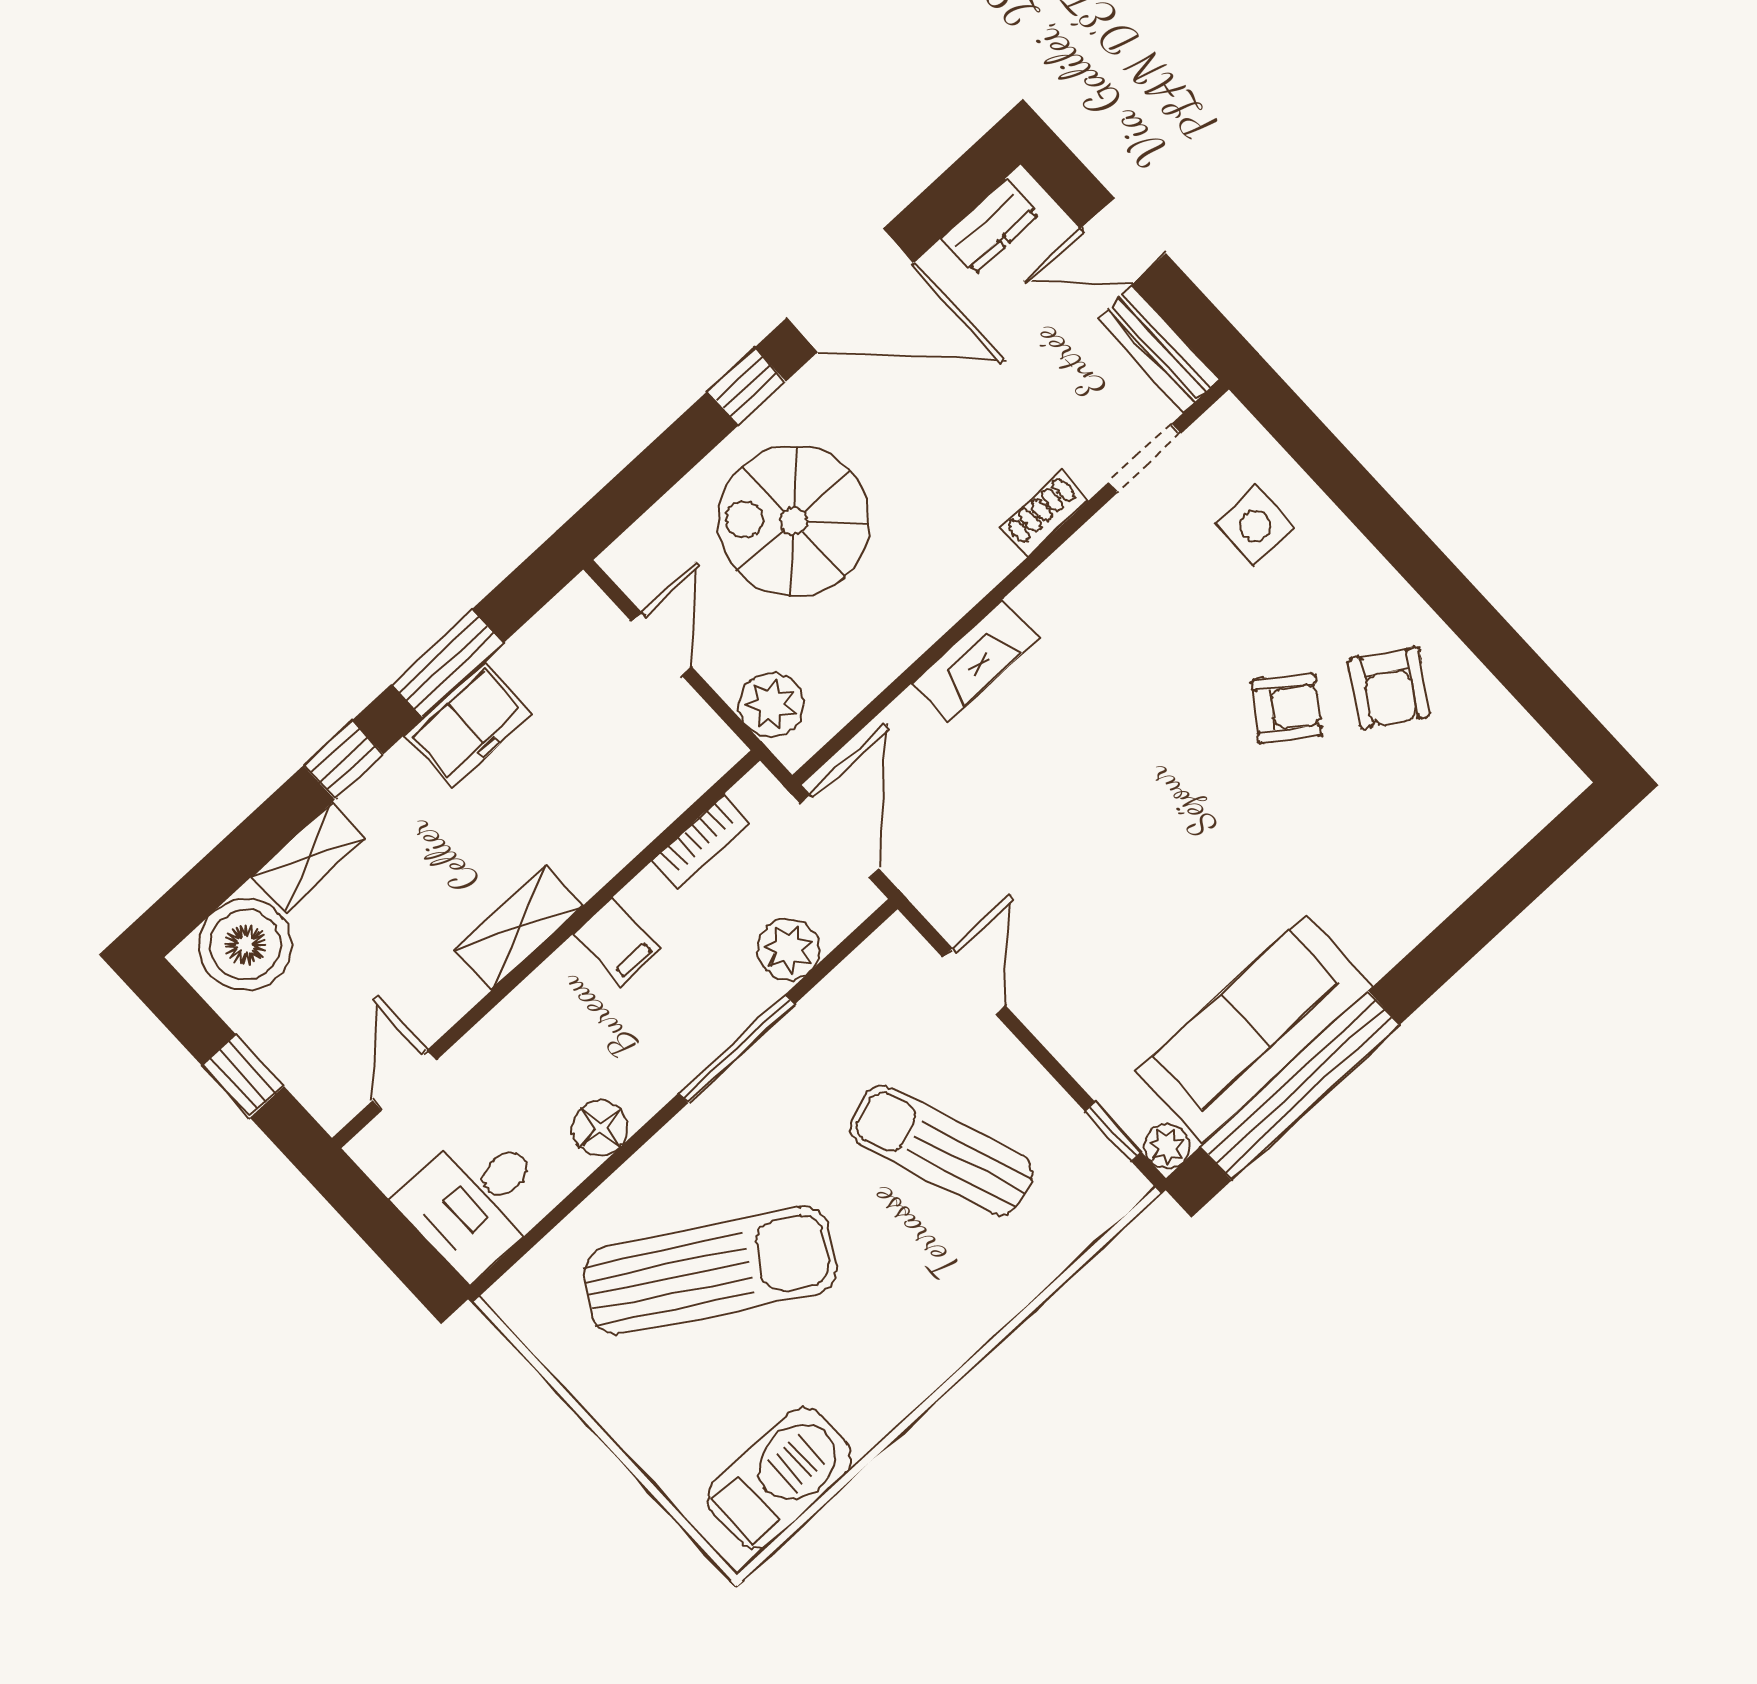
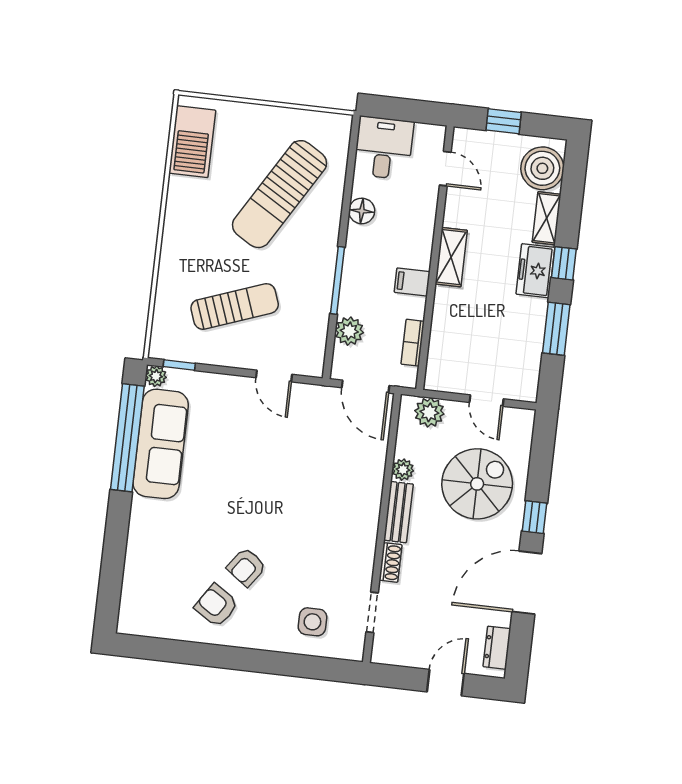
bench: (1158, 349) -> (398, 512), moved, turned 90
plant: (895, 648) -> (403, 470), added
fireplace: (975, 661) -> (371, 490), removed
freezer: (468, 725) -> (535, 271), moved

